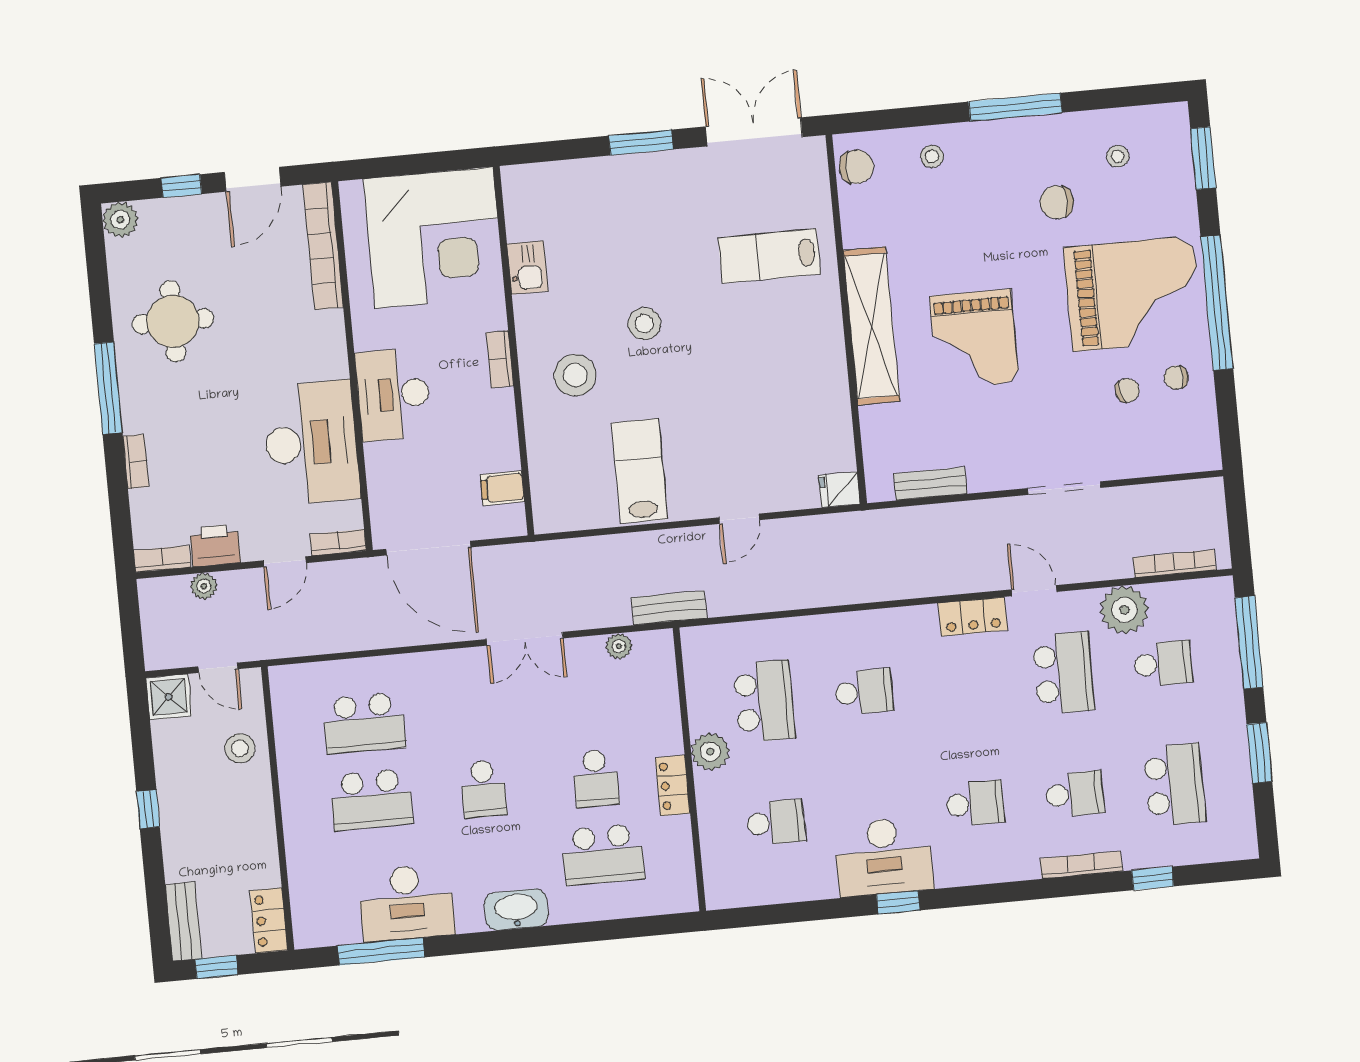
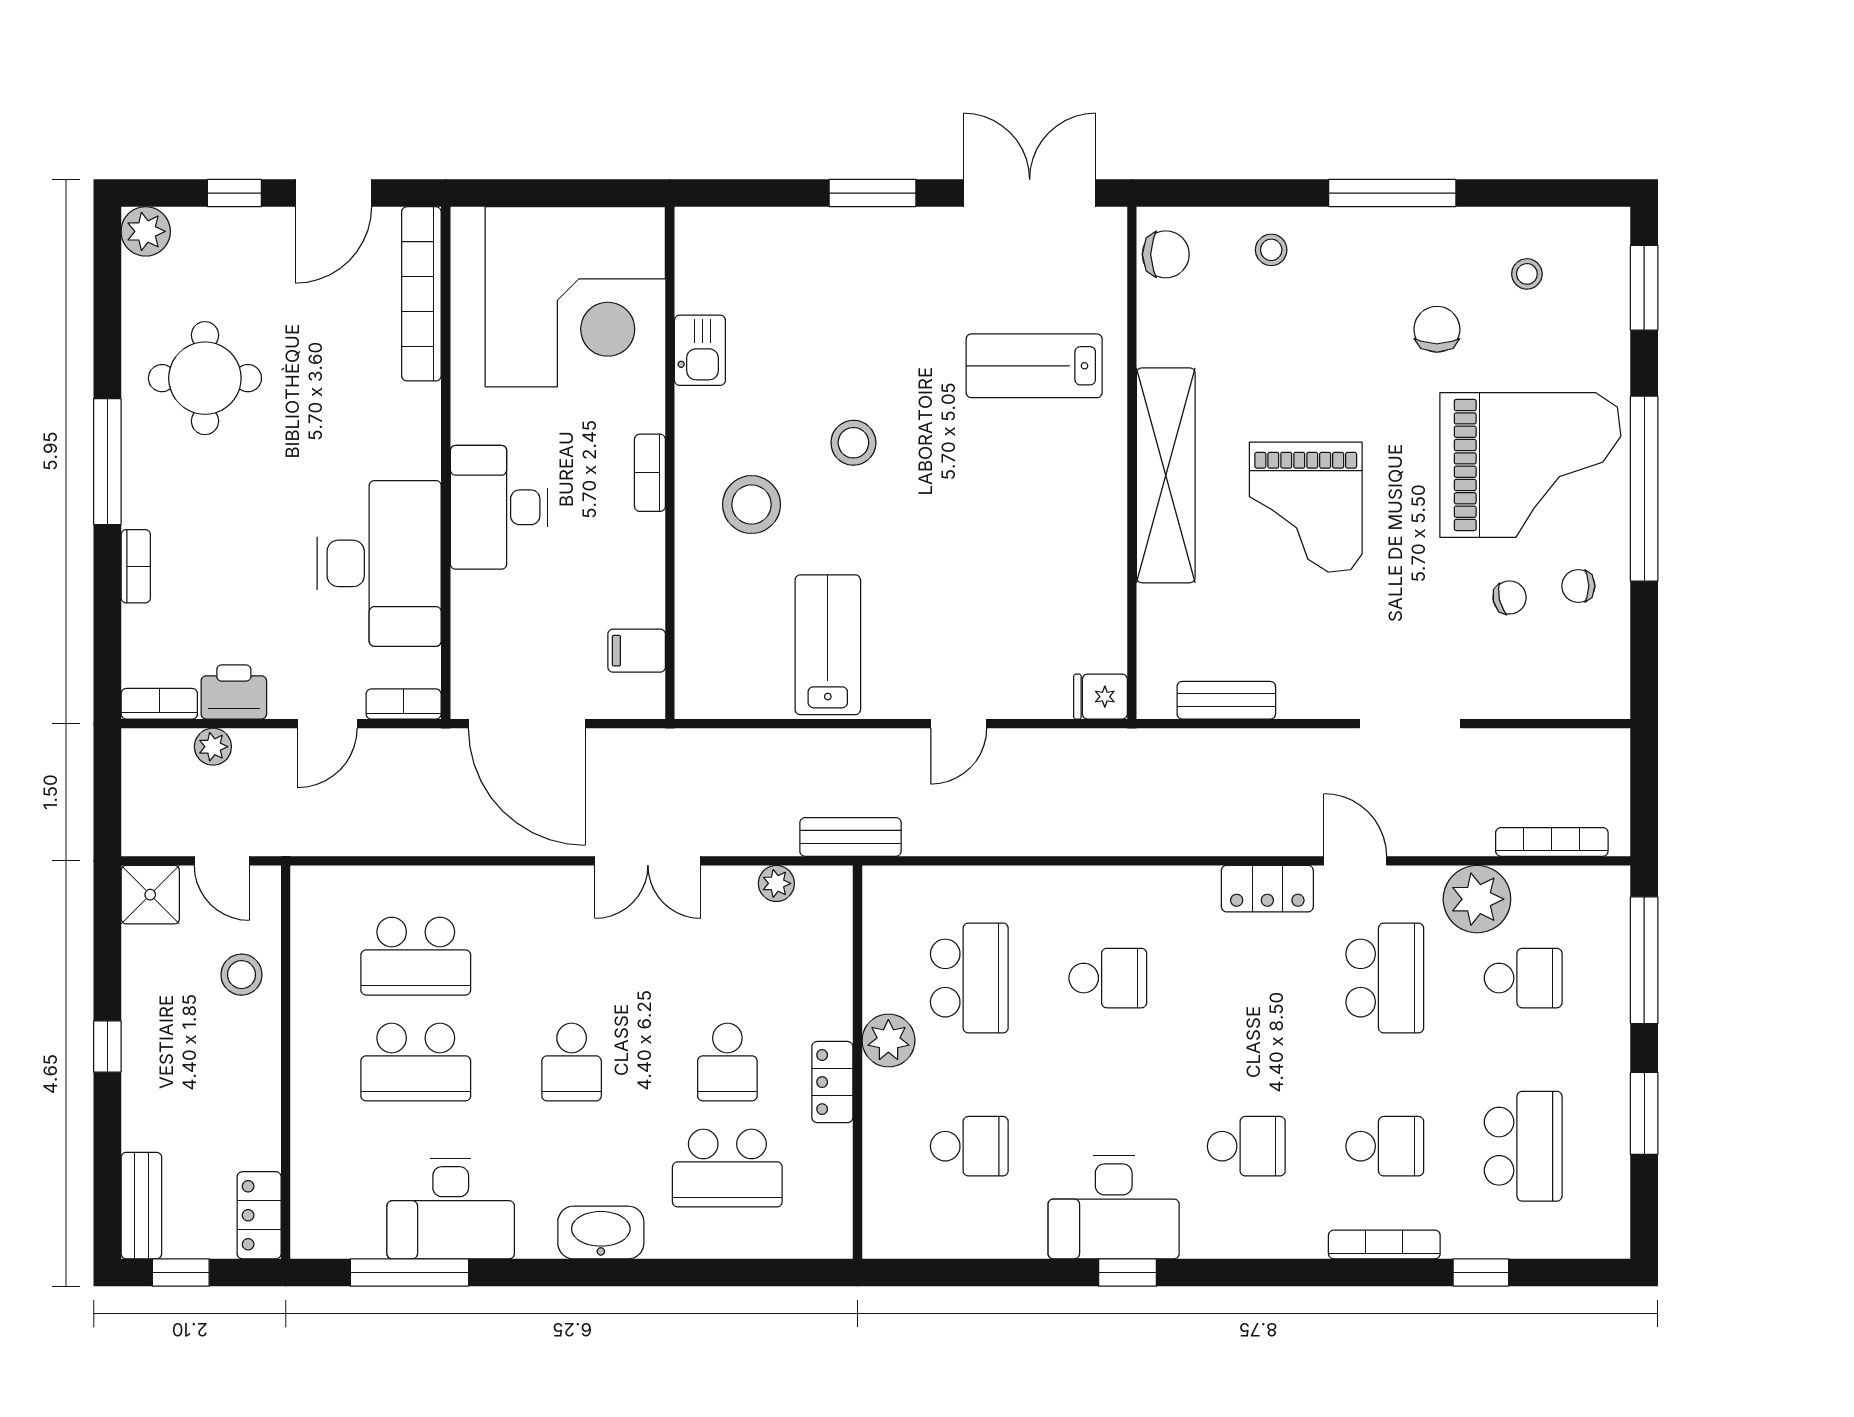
chair: (1057, 202) -> (1437, 329), turned 90

